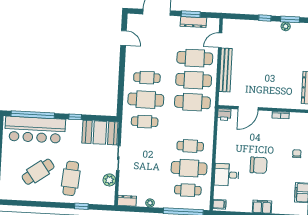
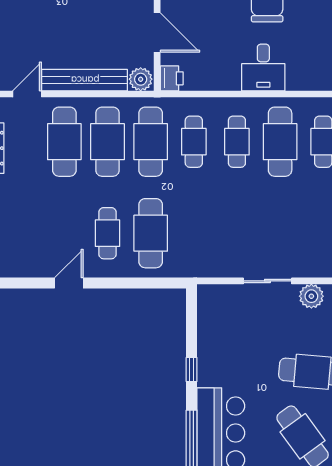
door: (123, 38) -> (69, 283), moved
door: (220, 40) -> (27, 94), swing flipped
plant: (225, 99) -> (141, 79), added
cafe table: (145, 122) -> (194, 142), moved
booth: (100, 133) -> (220, 320), removed
desk: (227, 175) -> (263, 67), moved

